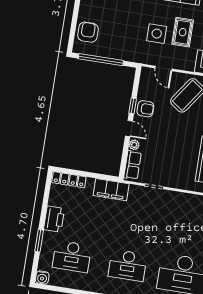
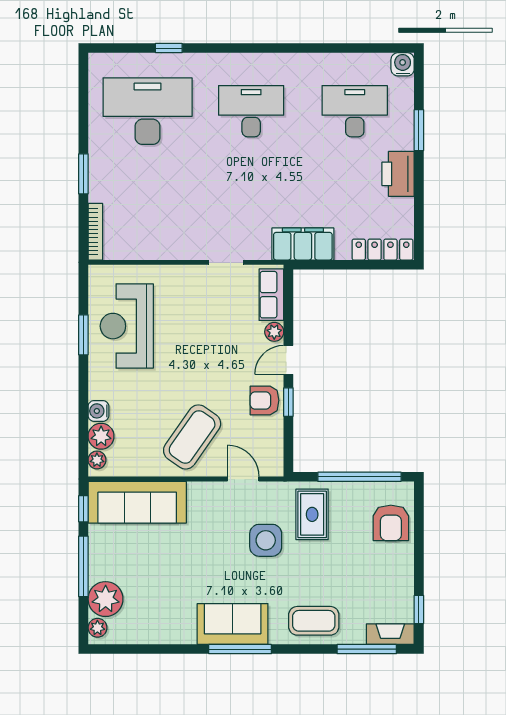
rug: (183, 32) -> (312, 514), moved
door: (129, 129) -> (288, 360), hinge flipped

